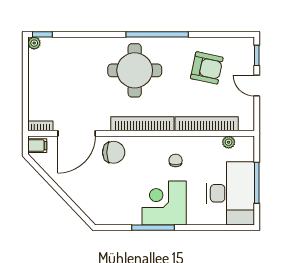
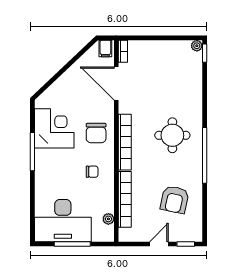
round table: (135, 70) -> (172, 135), width x0.73, depth x0.73
chair: (114, 152) -> (96, 133), moved
corner desk: (164, 203) -> (54, 128), moved

